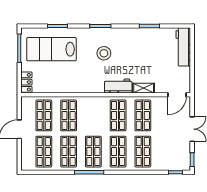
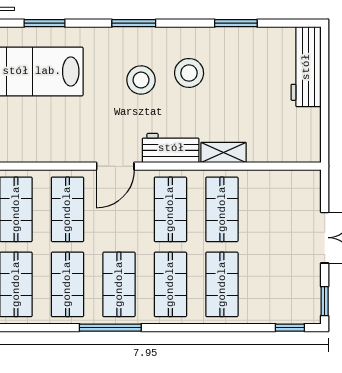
stool: (127, 50) -> (189, 73), added
door: (177, 95) -> (115, 166), moved

